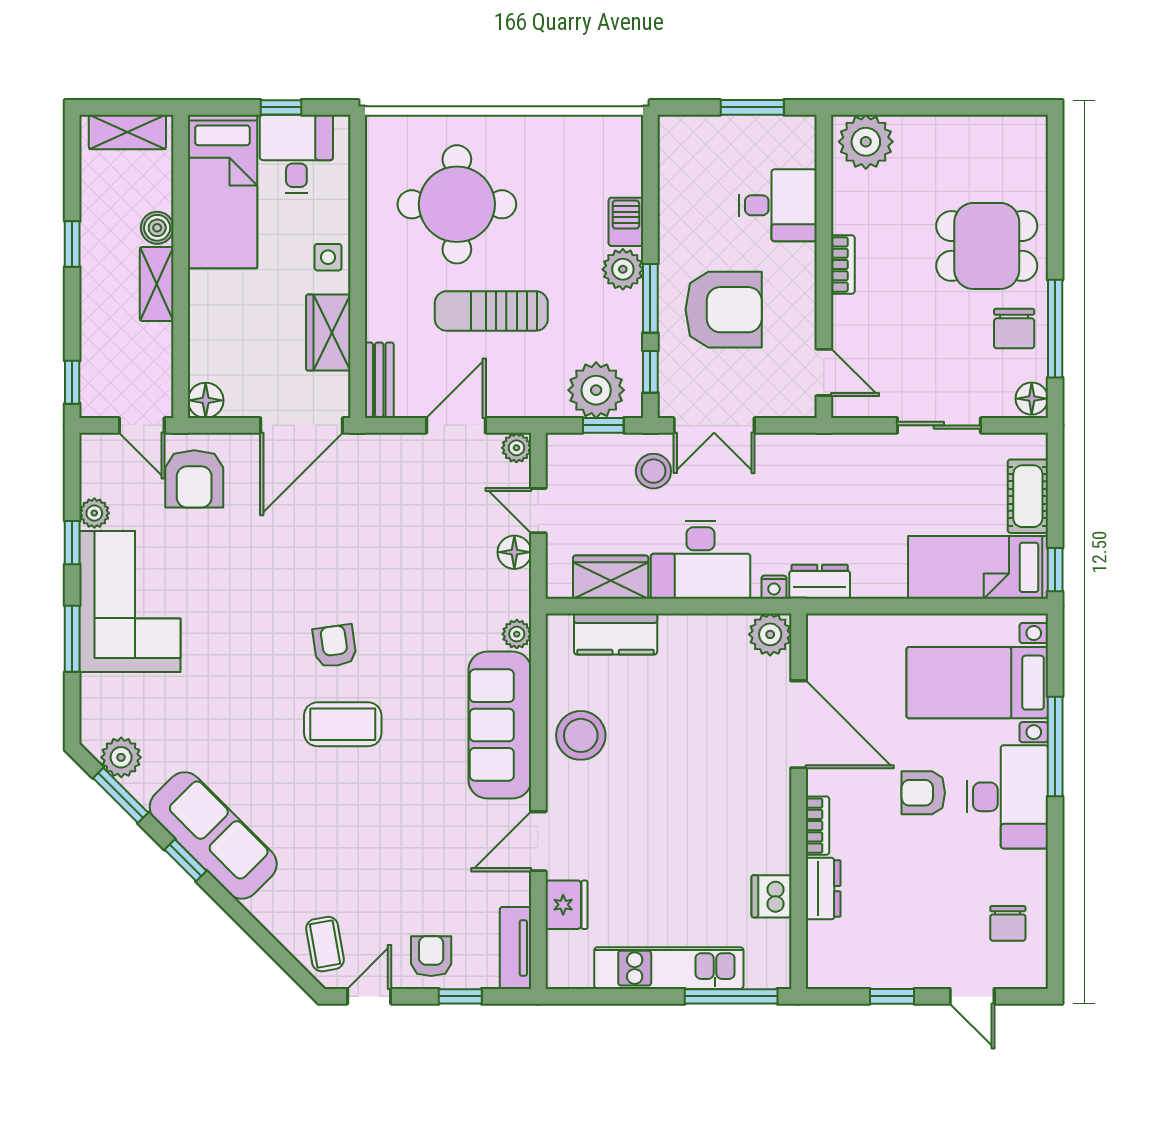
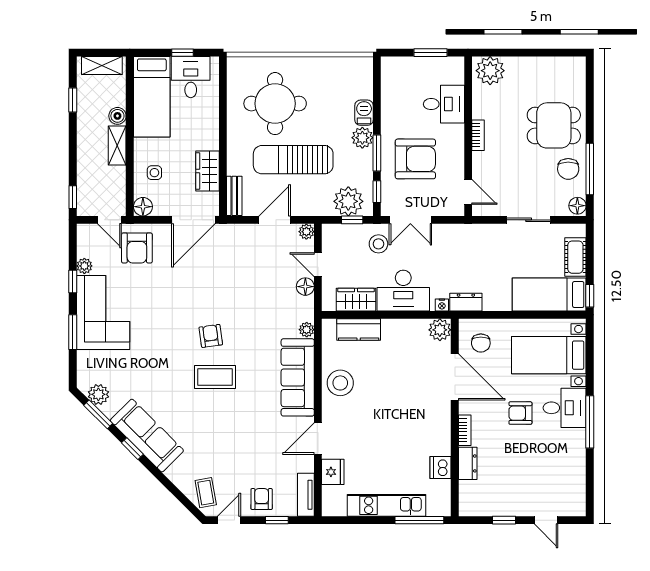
window: (72, 244) -> (73, 100), moved
side table: (328, 257) -> (154, 173), moved
sun lounger: (491, 311) -> (293, 160), width x1.36, depth x1.34
window: (1055, 746) -> (590, 422), moved
desk: (1007, 797) -> (565, 408), width x0.73
chair: (1008, 923) -> (481, 343), moved

